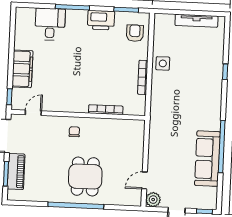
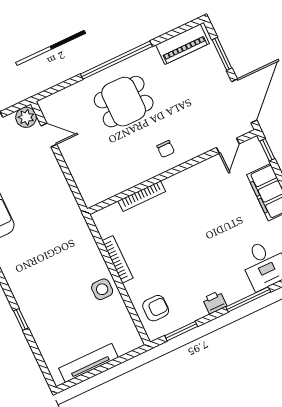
printer: (101, 20) -> (215, 302), width x0.53, depth x0.68
armchair: (135, 33) -> (156, 308), turned -90
piano: (16, 172) -> (182, 44), moved, turned -90
dining table: (85, 177) -> (124, 102), turned 90
door: (145, 180) -> (49, 135), hinge flipped

